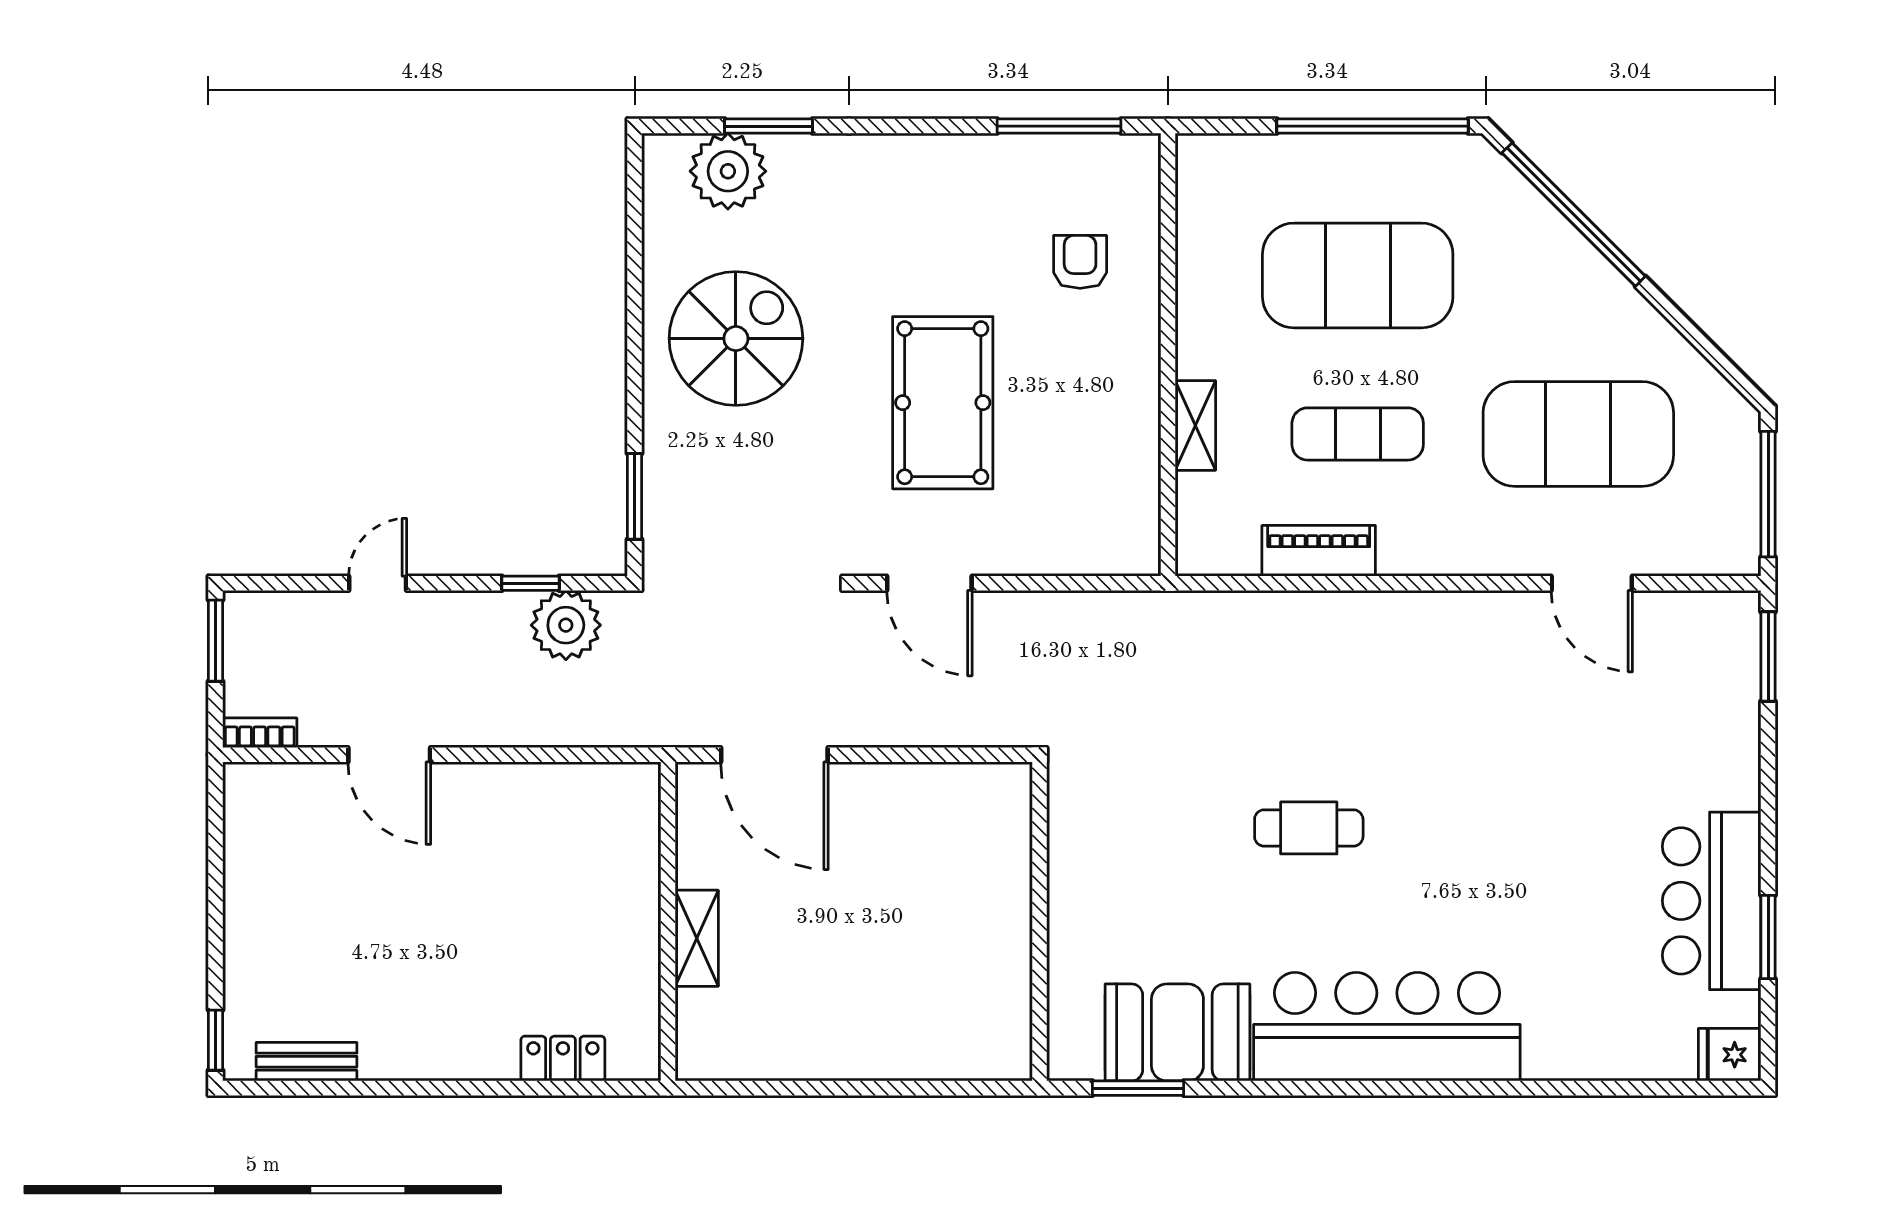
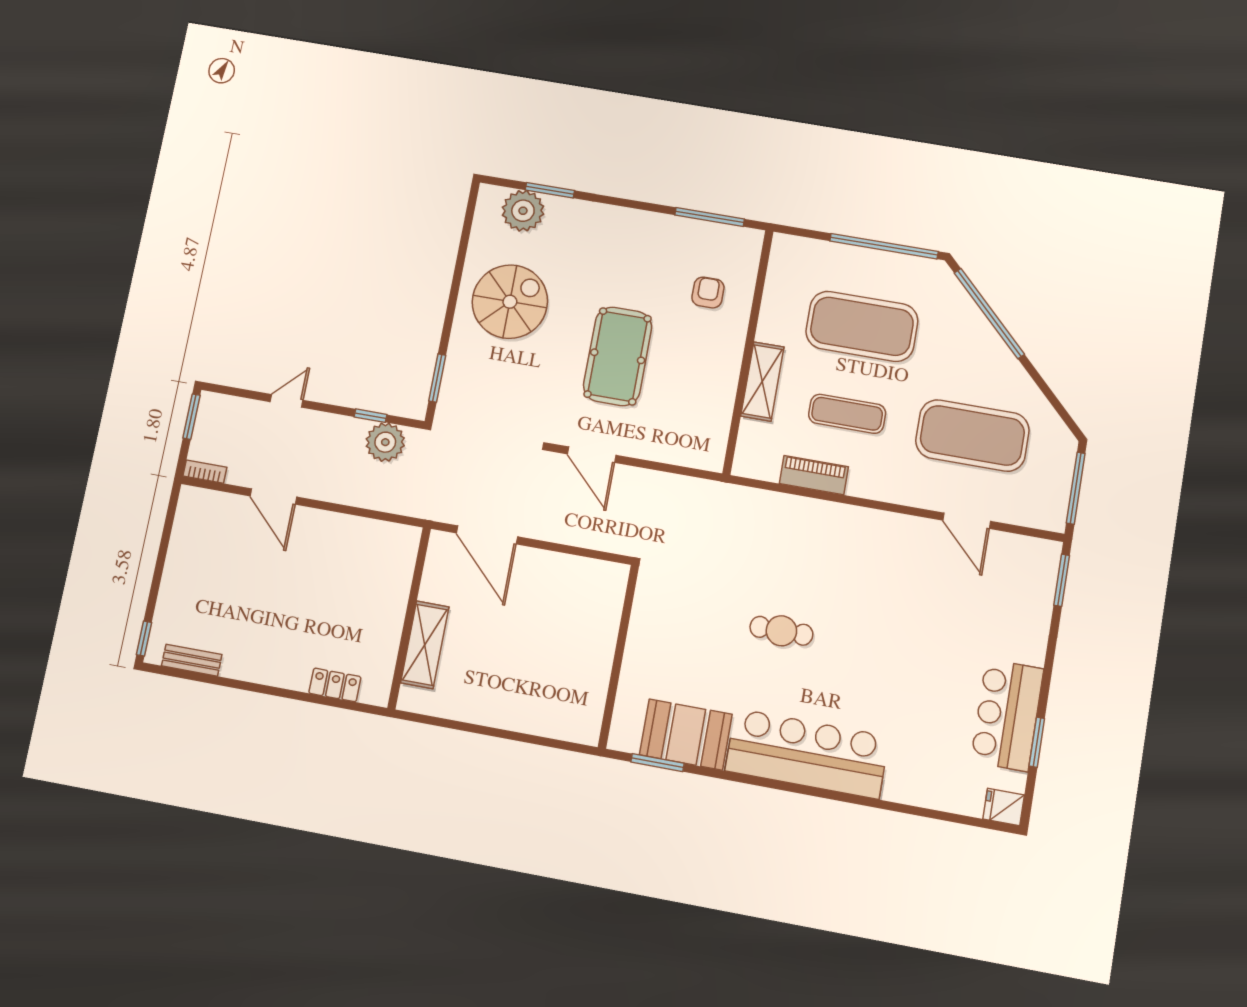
shelving: (1195, 425) -> (762, 381), width x1.50, depth x1.33
shelving: (697, 938) -> (425, 645), width x1.50, depth x1.33

